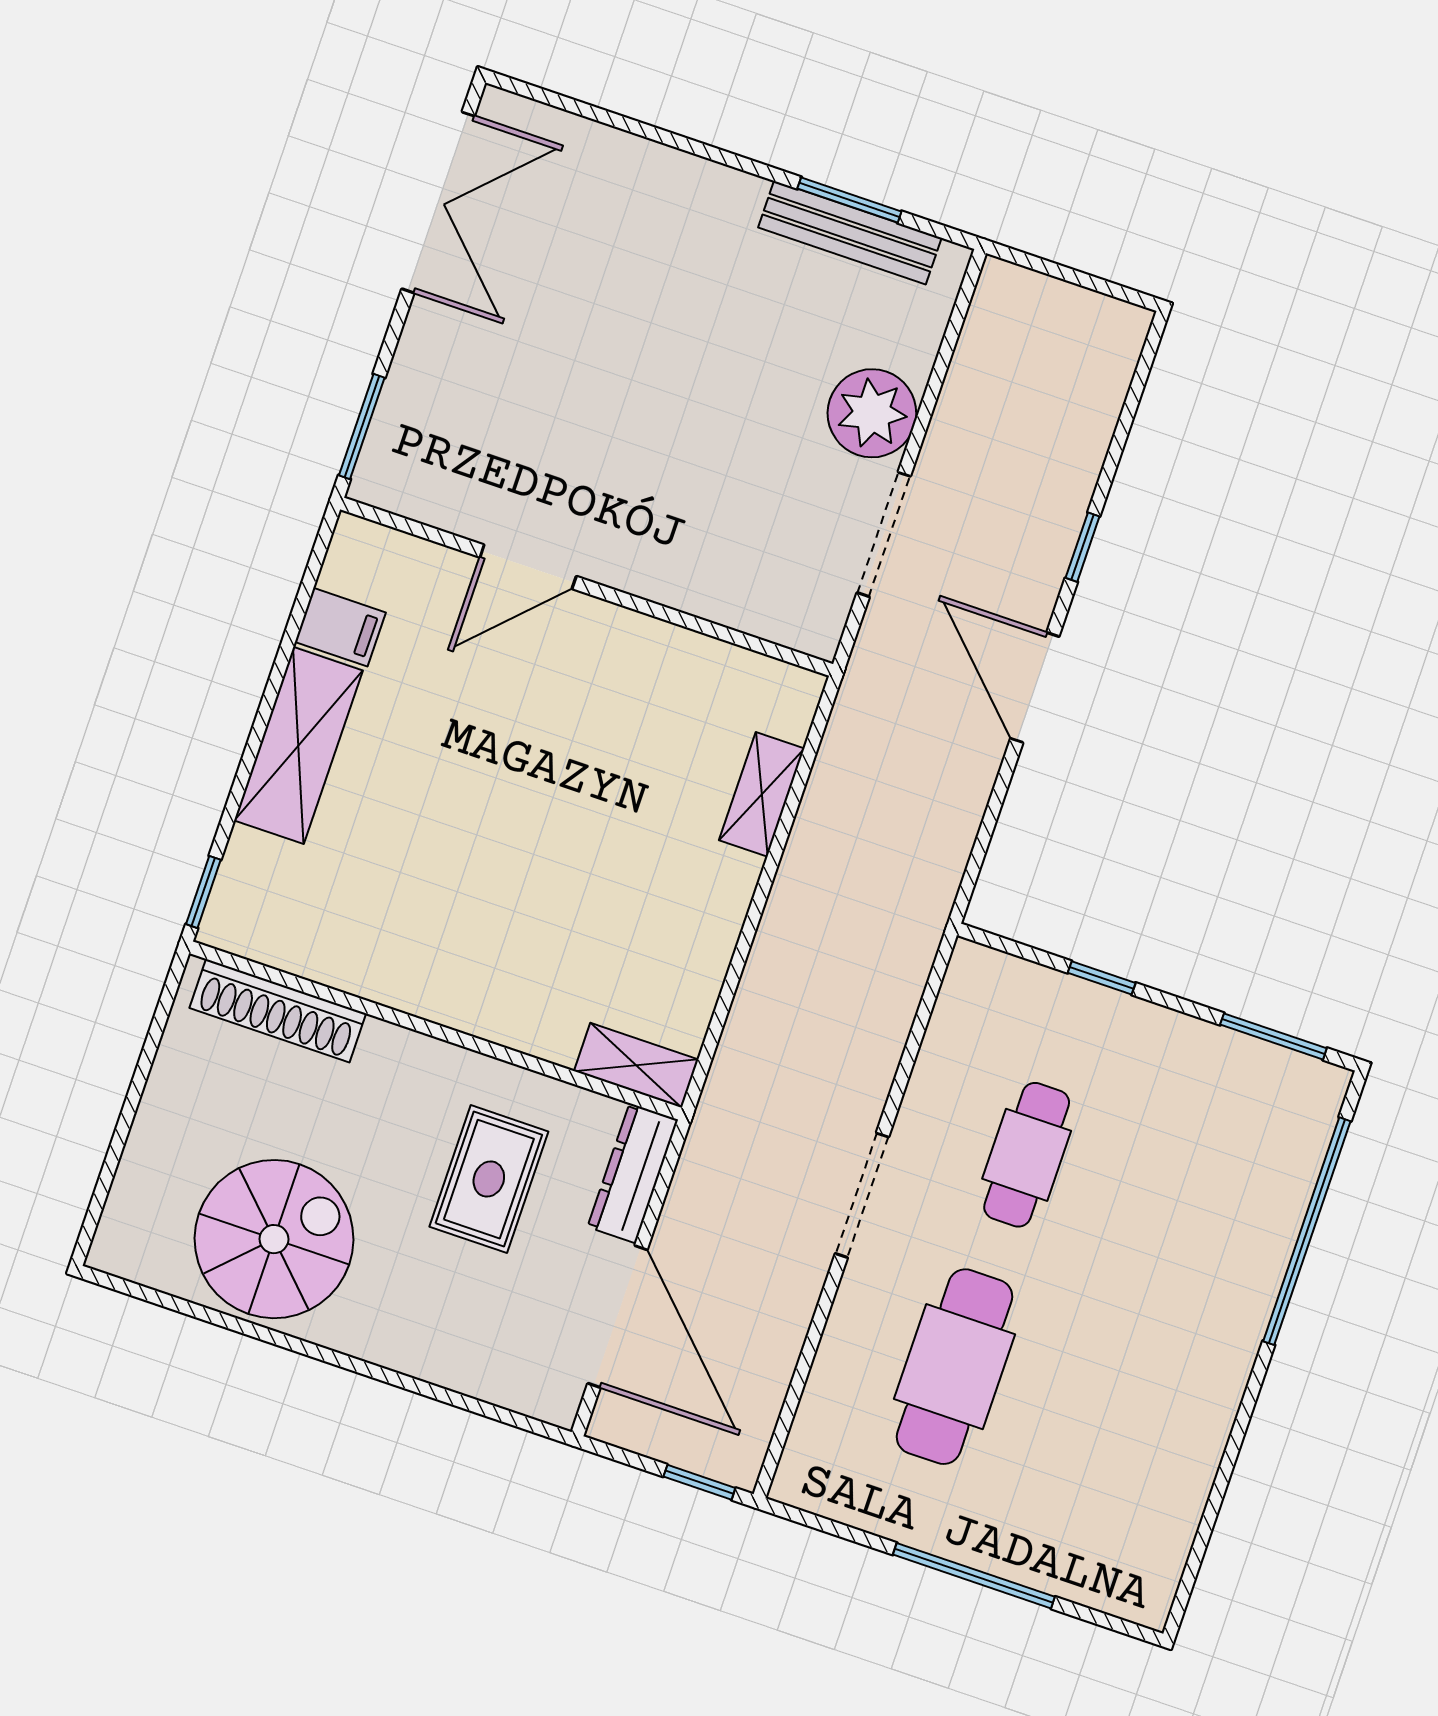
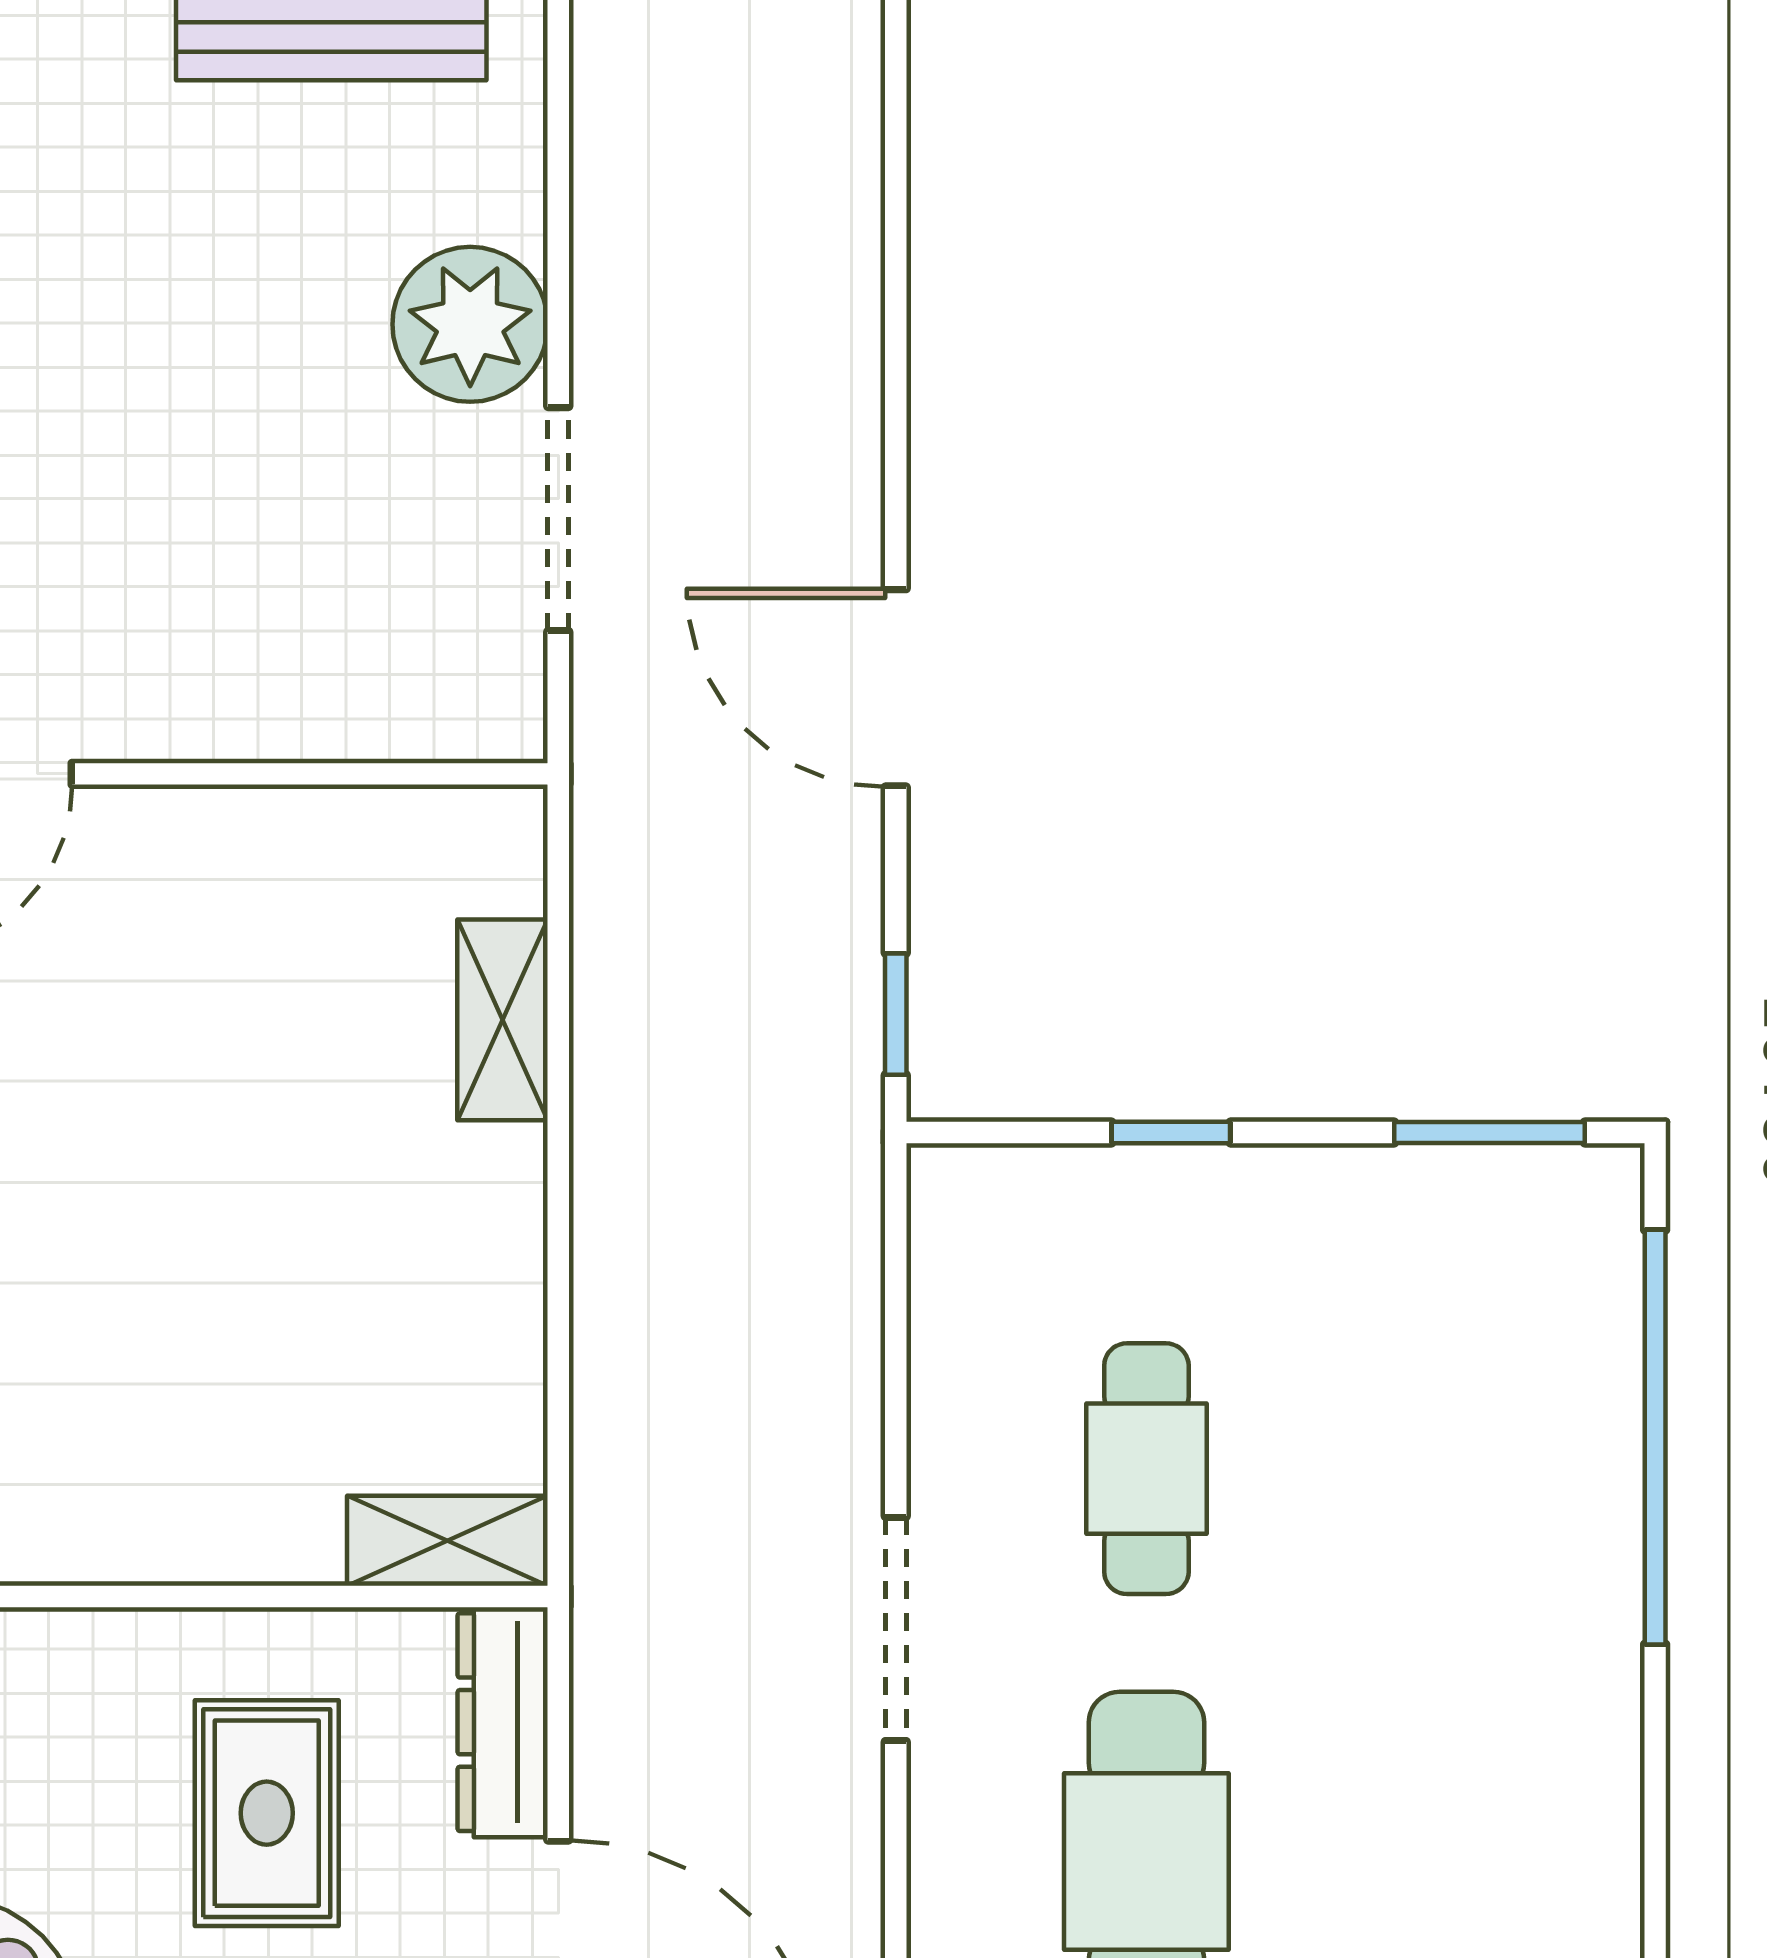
window: (1083, 547) -> (896, 1014), moved

